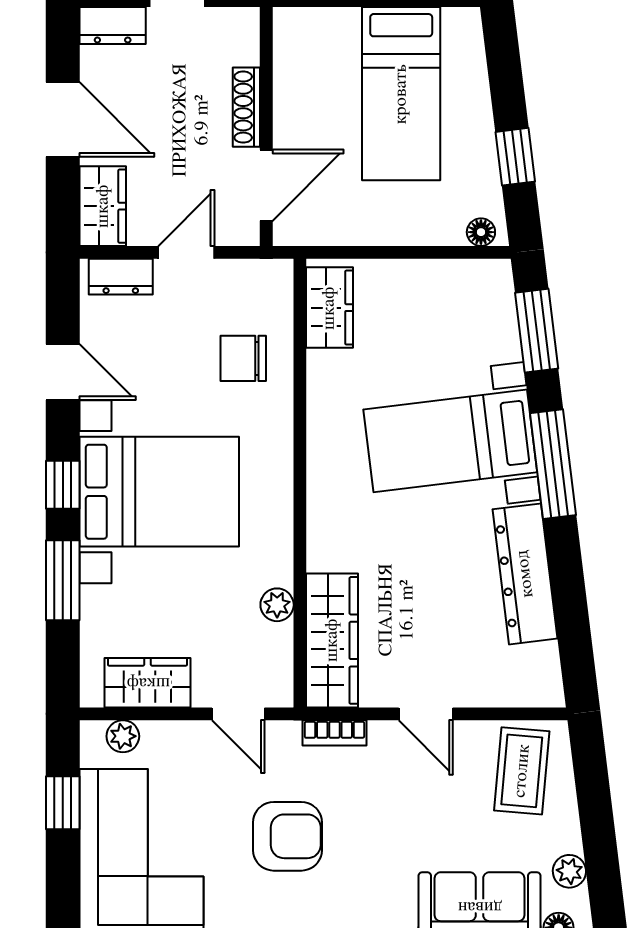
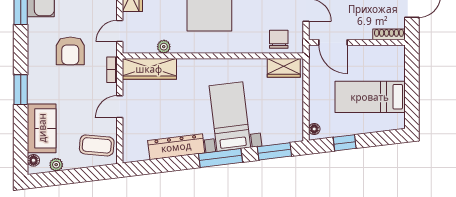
shoe rack: (246, 107) -> (389, 34), moved
chair: (243, 358) -> (279, 39), moved

